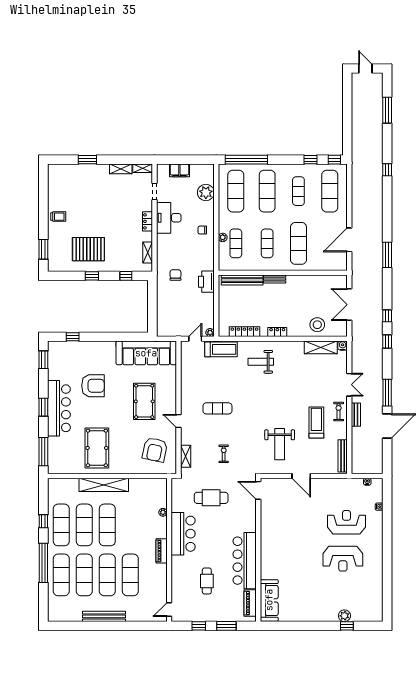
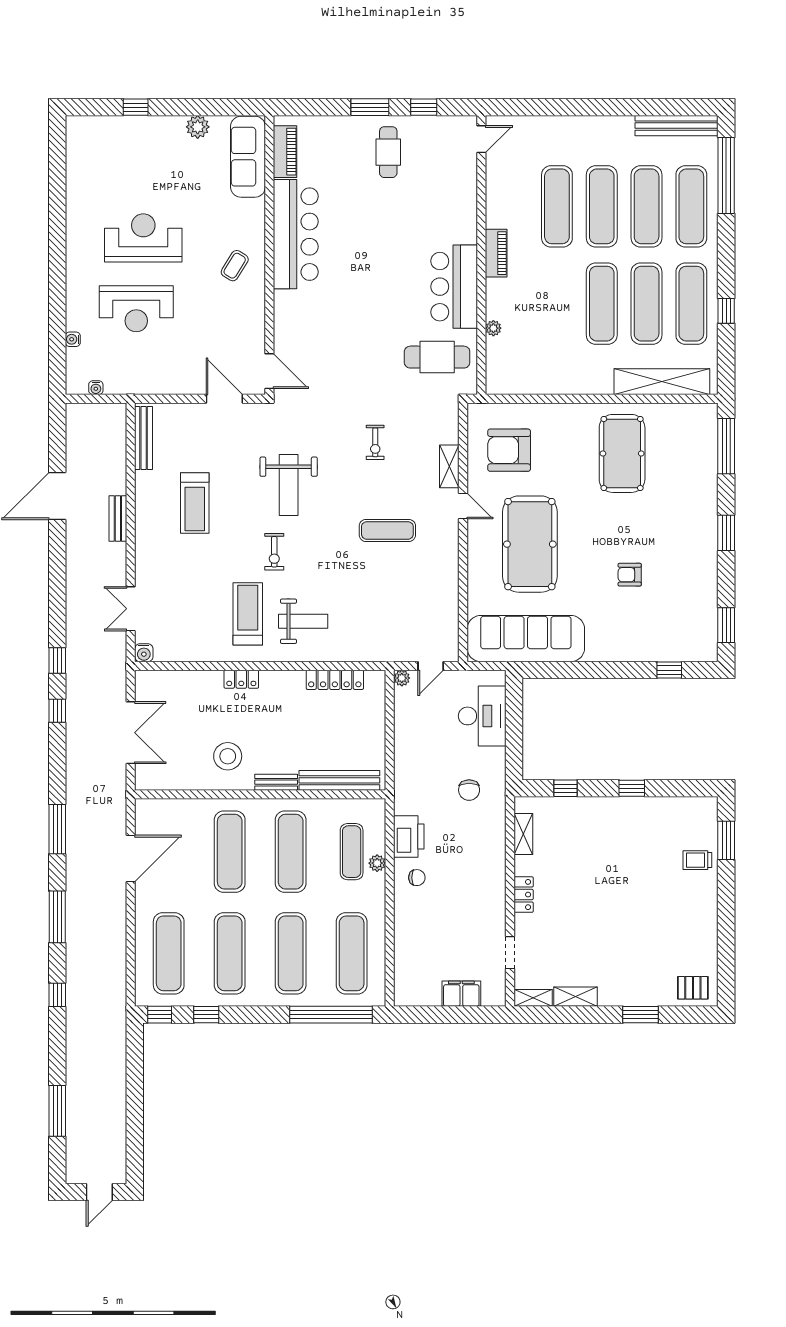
door: (365, 68) -> (99, 1192), hinge flipped
exercise mat: (298, 191) -> (230, 953), width x1.36, depth x1.45
plant: (206, 193) -> (410, 951), removed
trolley: (58, 217) -> (697, 860), moved
desk: (169, 218) -> (482, 716), moved
exercise mat: (267, 243) -> (291, 852), width x1.36, depth x1.45
pallet: (88, 249) -> (693, 988), moved, width x0.49, depth x0.50
printer: (206, 282) -> (409, 837), moved
stool: (317, 325) -> (228, 756), moved
locker: (277, 332) -> (241, 679), moved
shelving: (321, 347) -> (186, 649), removed
treadmill: (221, 349) -> (248, 614), moved, turned 90
double door: (349, 385) -> (131, 609), moved
armchair: (93, 386) -> (630, 575), width x0.53, depth x0.53
window: (387, 393) -> (57, 917), moved
pool table: (144, 401) -> (530, 544), width x1.36, depth x1.32
bar counter: (59, 408) -> (696, 531), removed
exercise bike: (339, 412) -> (274, 552), moved
weight bench: (280, 444) -> (289, 485), moved, turned 180
armchair: (155, 450) -> (509, 450), turned -102
shelving: (186, 456) -> (449, 466), moved
shelving: (104, 485) -> (662, 382), moved
door: (258, 490) -> (269, 371), moved
cafe table: (211, 498) -> (437, 357), moved
coffee table: (296, 544) -> (235, 266), added
wall: (258, 550) -> (269, 255), moved
bar counter: (245, 561) -> (296, 234), moved
window: (43, 563) -> (726, 175), moved
cafe table: (207, 581) -> (388, 152), moved
sofa: (269, 600) -> (248, 157), moved
piano: (250, 603) -> (285, 152), moved
bench: (104, 616) -> (677, 126), moved
plant: (344, 616) -> (198, 127), moved

